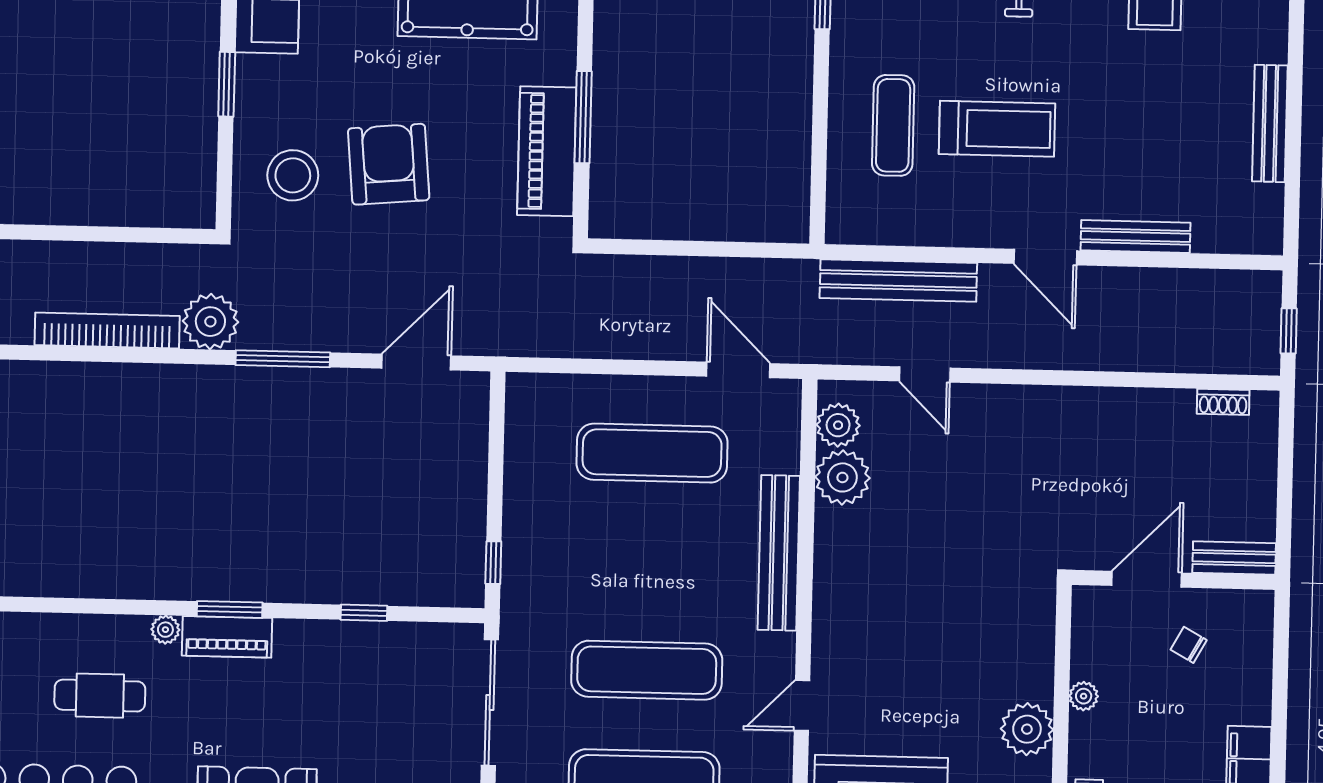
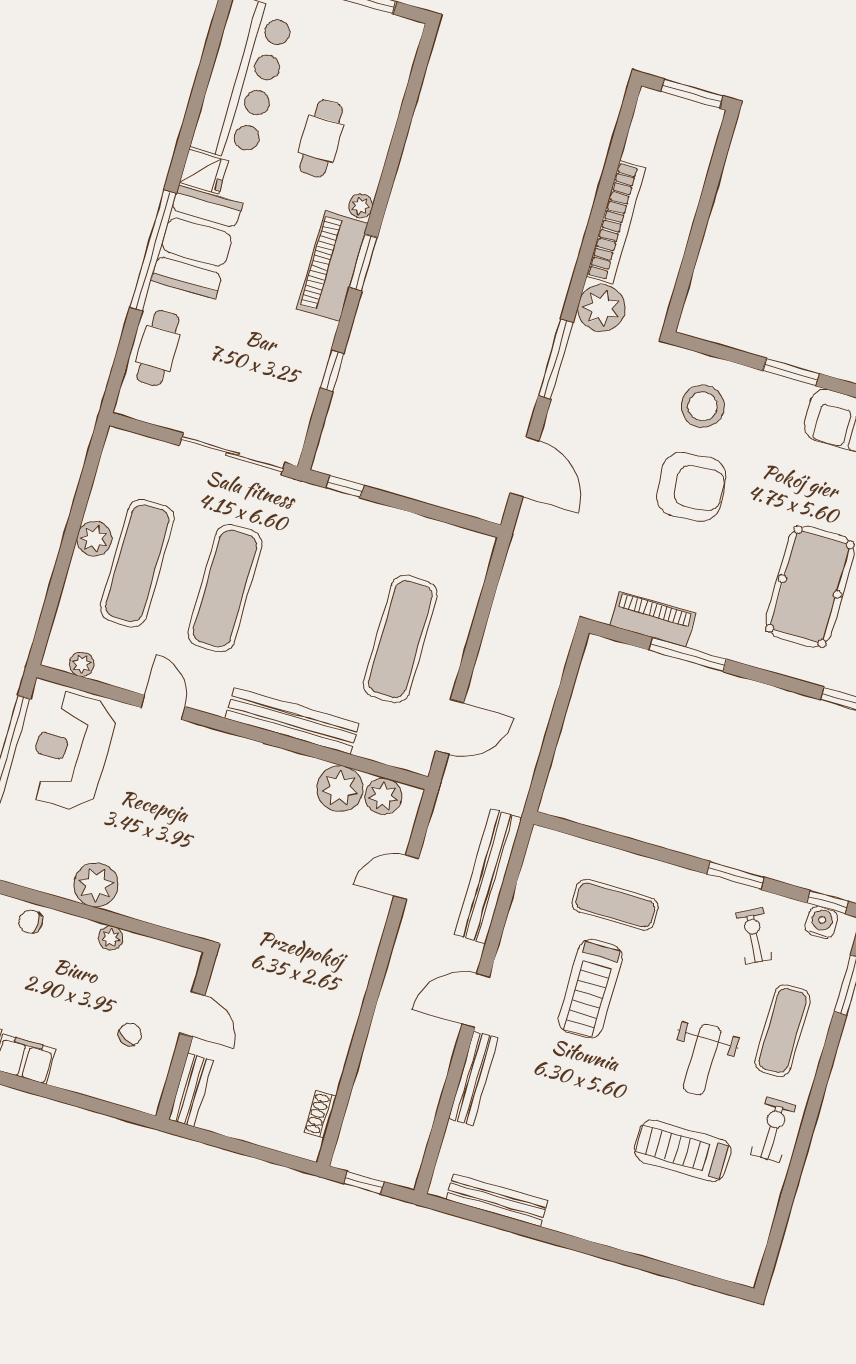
bench: (1270, 123) -> (497, 1200), moved
piano: (547, 151) -> (653, 619), width x0.73, depth x0.75
door: (1147, 579) -> (192, 1014), width x0.73
piano: (227, 637) -> (333, 266), width x1.37, depth x1.33

